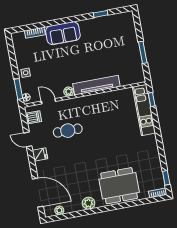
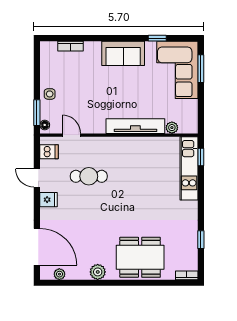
sofa: (63, 33) -> (123, 53), moved
corner sofa: (121, 36) -> (177, 70), added
window: (143, 52) -> (201, 69), moved
plant: (69, 92) -> (172, 128), moved
window: (166, 178) -> (201, 240), moved

